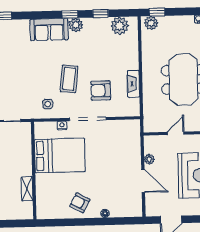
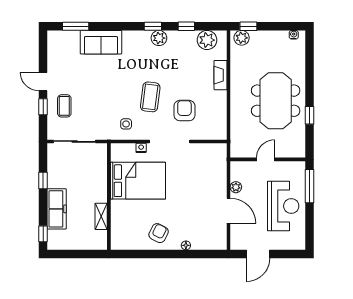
sofa: (49, 29) -> (101, 42), moved
fireplace: (133, 84) -> (221, 75), moved
armchair: (101, 90) -> (184, 111), turned 90
armchair: (80, 203) -> (159, 233), turned 89

